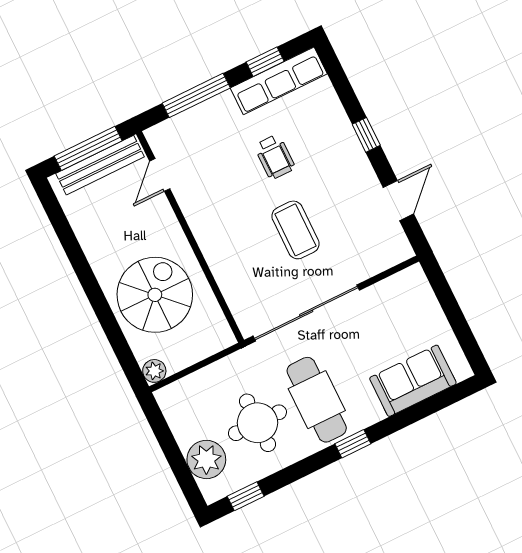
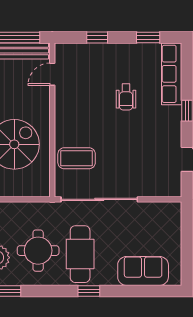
row of seats: (279, 81) -> (172, 74), moved, turned 90
window: (196, 95) -> (97, 37), width x0.46
coffee table: (295, 230) -> (77, 158), moved, turned 90

